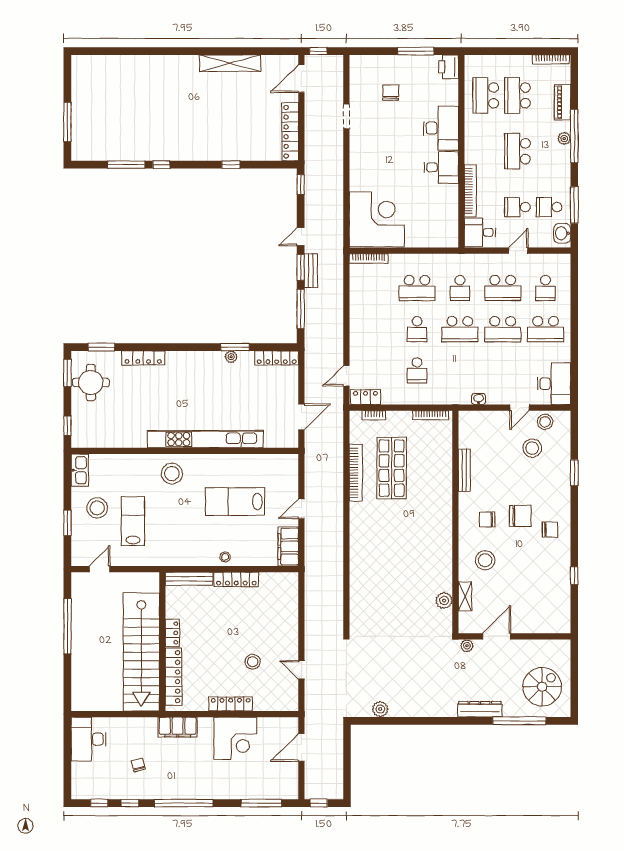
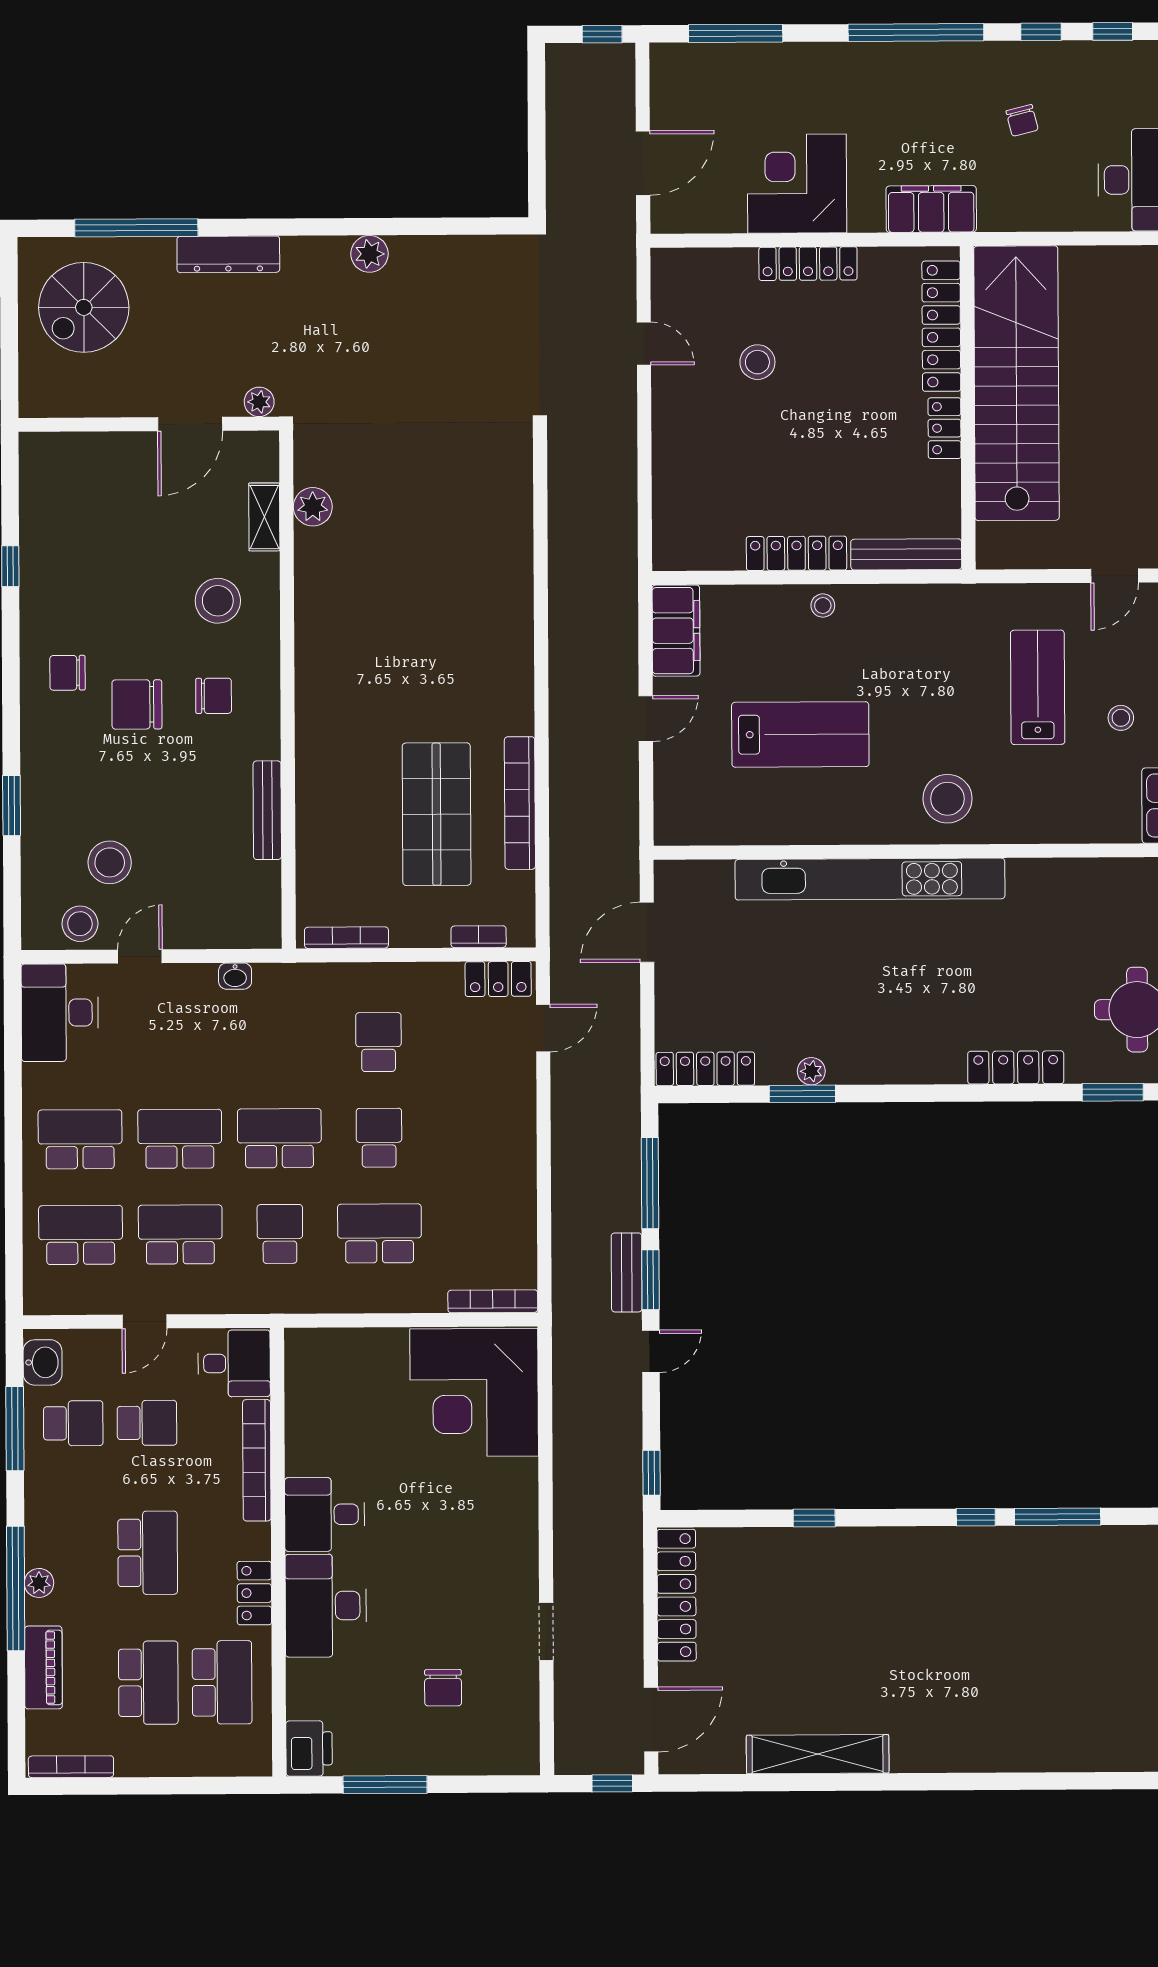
locker: (472, 134) -> (254, 1593), added
school desk: (546, 288) -> (81, 1235), width x1.85
stool: (97, 508) -> (1121, 718), width x0.53, depth x0.53
lab bench: (133, 521) -> (1038, 687), turned 180
plant: (380, 709) -> (370, 254), moved

